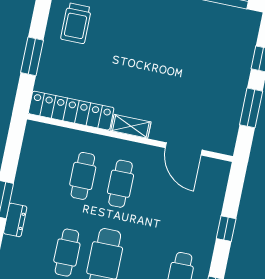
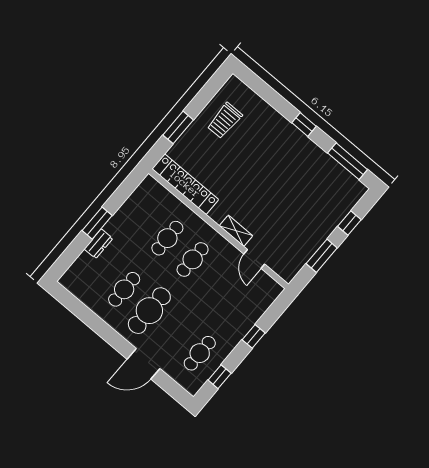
shelving: (131, 126) -> (236, 231), moved
door: (184, 149) -> (254, 259), width x0.73

